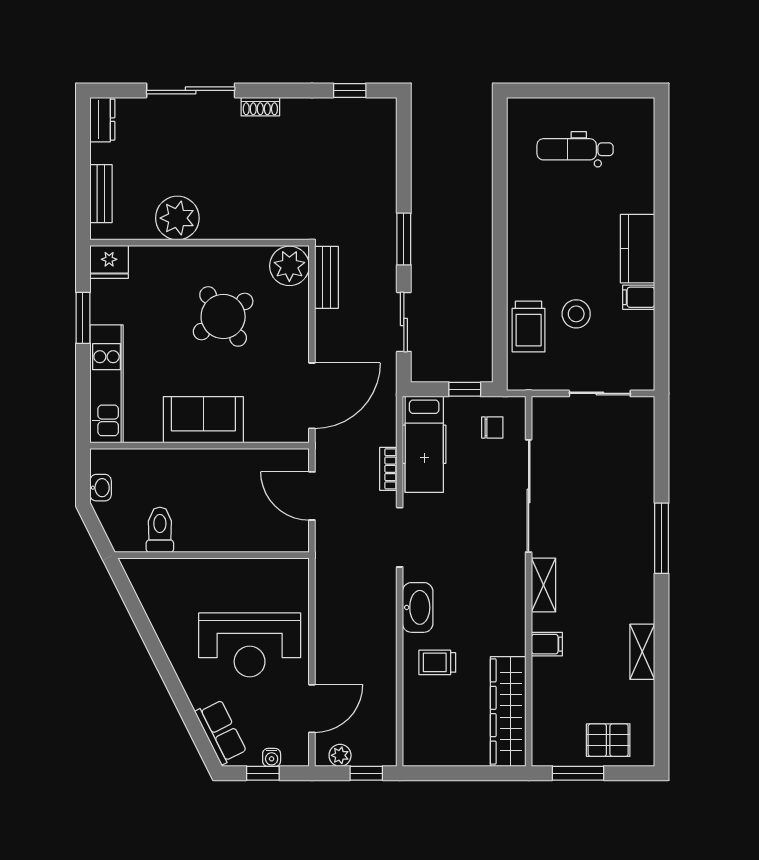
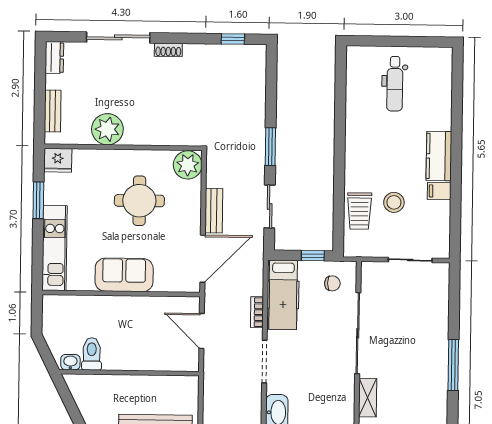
dental chair: (575, 149) -> (395, 84), turned -90
bench: (327, 277) -> (214, 211), moved
round table: (223, 316) -> (139, 201), turned 35
washbasin: (101, 488) -> (70, 362), moved, turned -90

